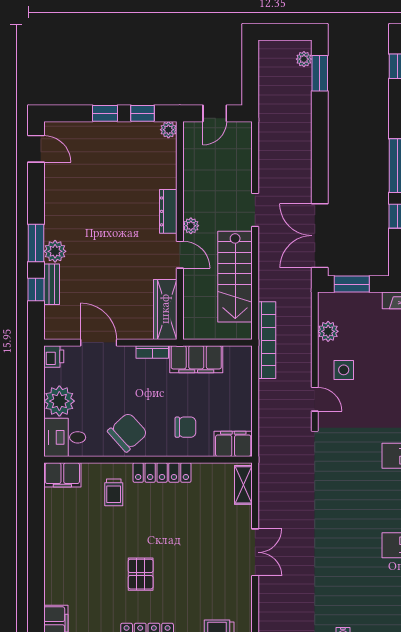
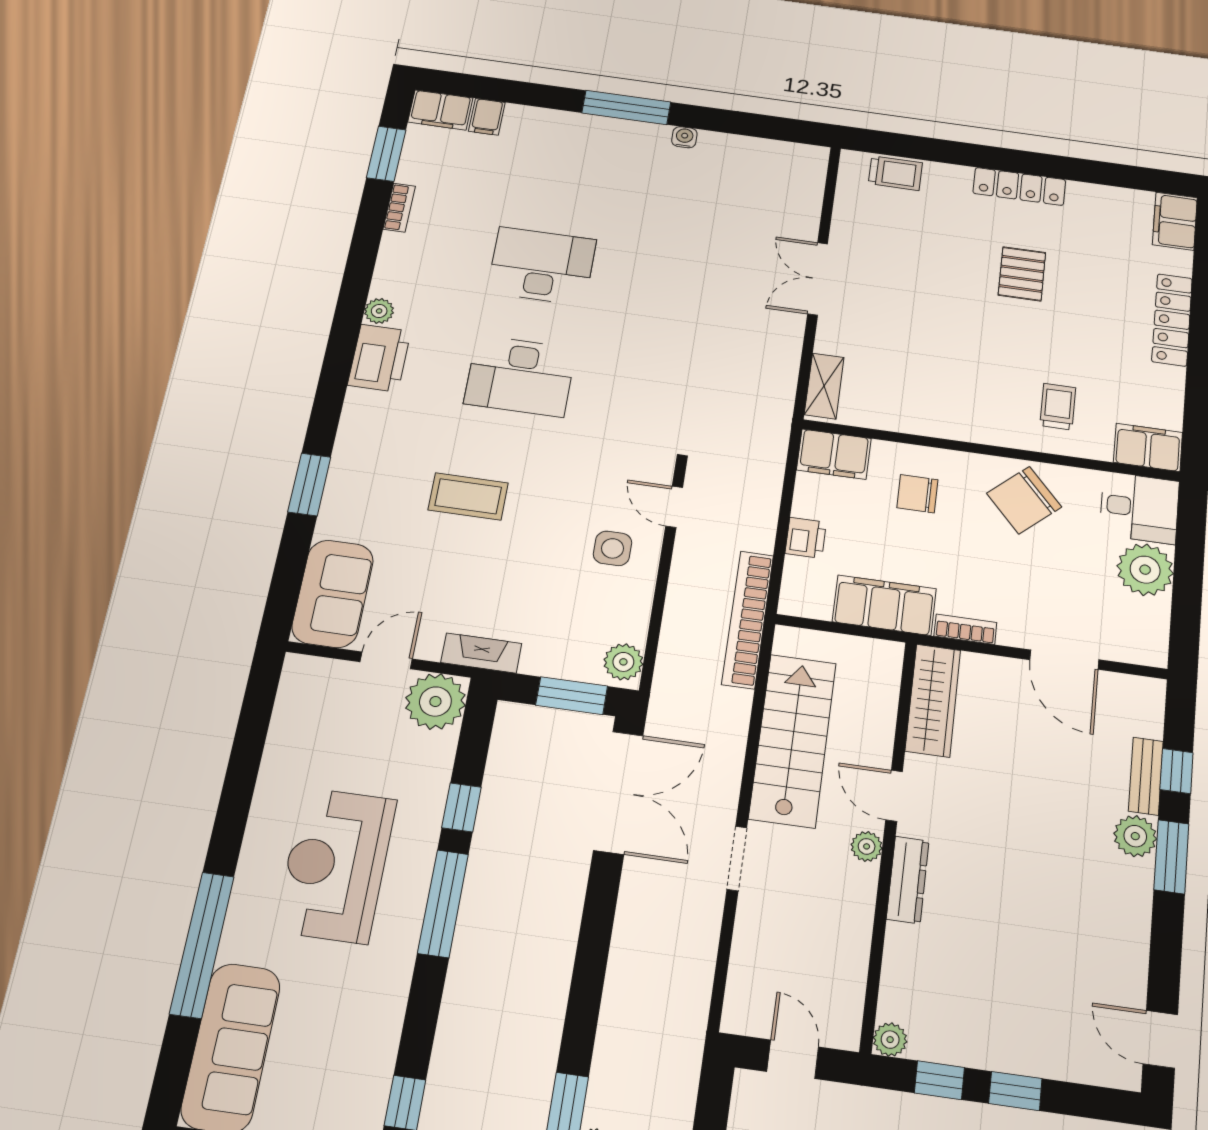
door: (215, 113) -> (793, 1059), hinge flipped
plant: (328, 331) -> (623, 662), moved
printer: (54, 356) -> (806, 538), moved, turned 180
locker: (162, 472) -> (1172, 320), moved, turned -90

